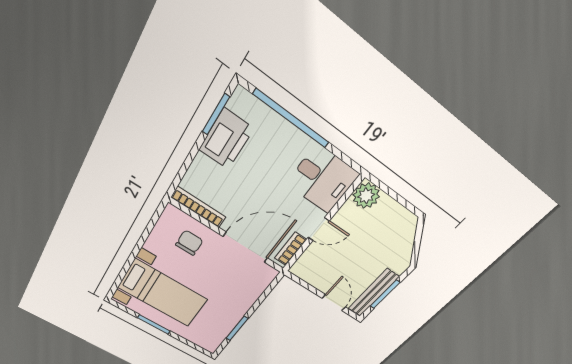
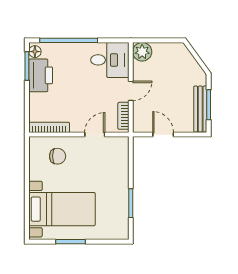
floor lamp: (238, 102) -> (35, 52), added
chair: (189, 243) -> (58, 156), turned 90
door: (246, 247) -> (95, 135), width x0.53
door: (334, 303) -> (163, 135), moved

